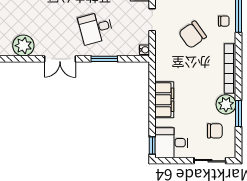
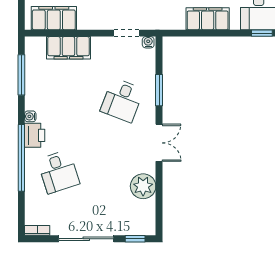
doorway: (152, 20) -> (127, 33), moved
desk: (96, 28) -> (122, 100), turned 36

